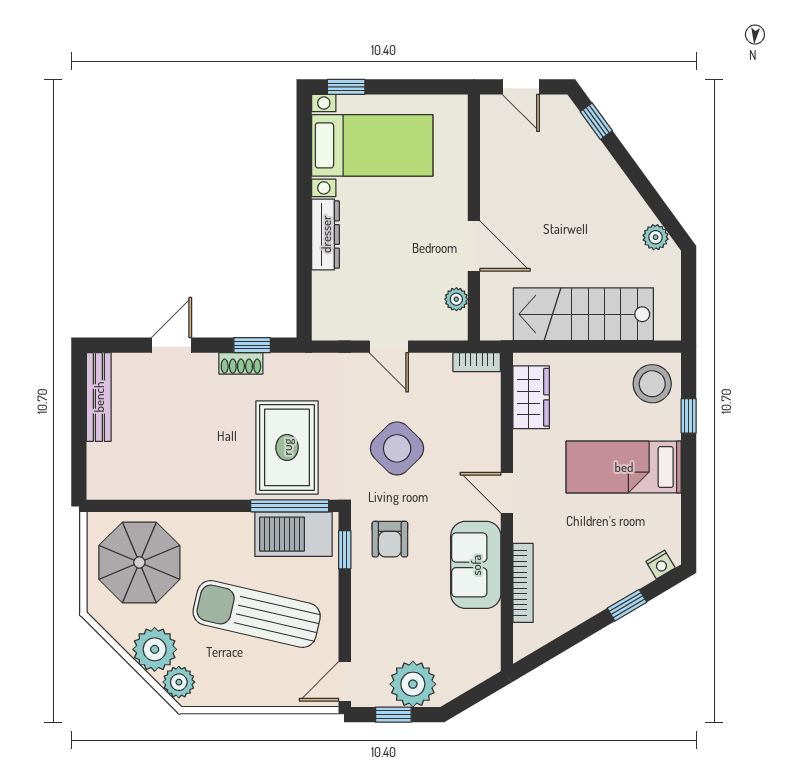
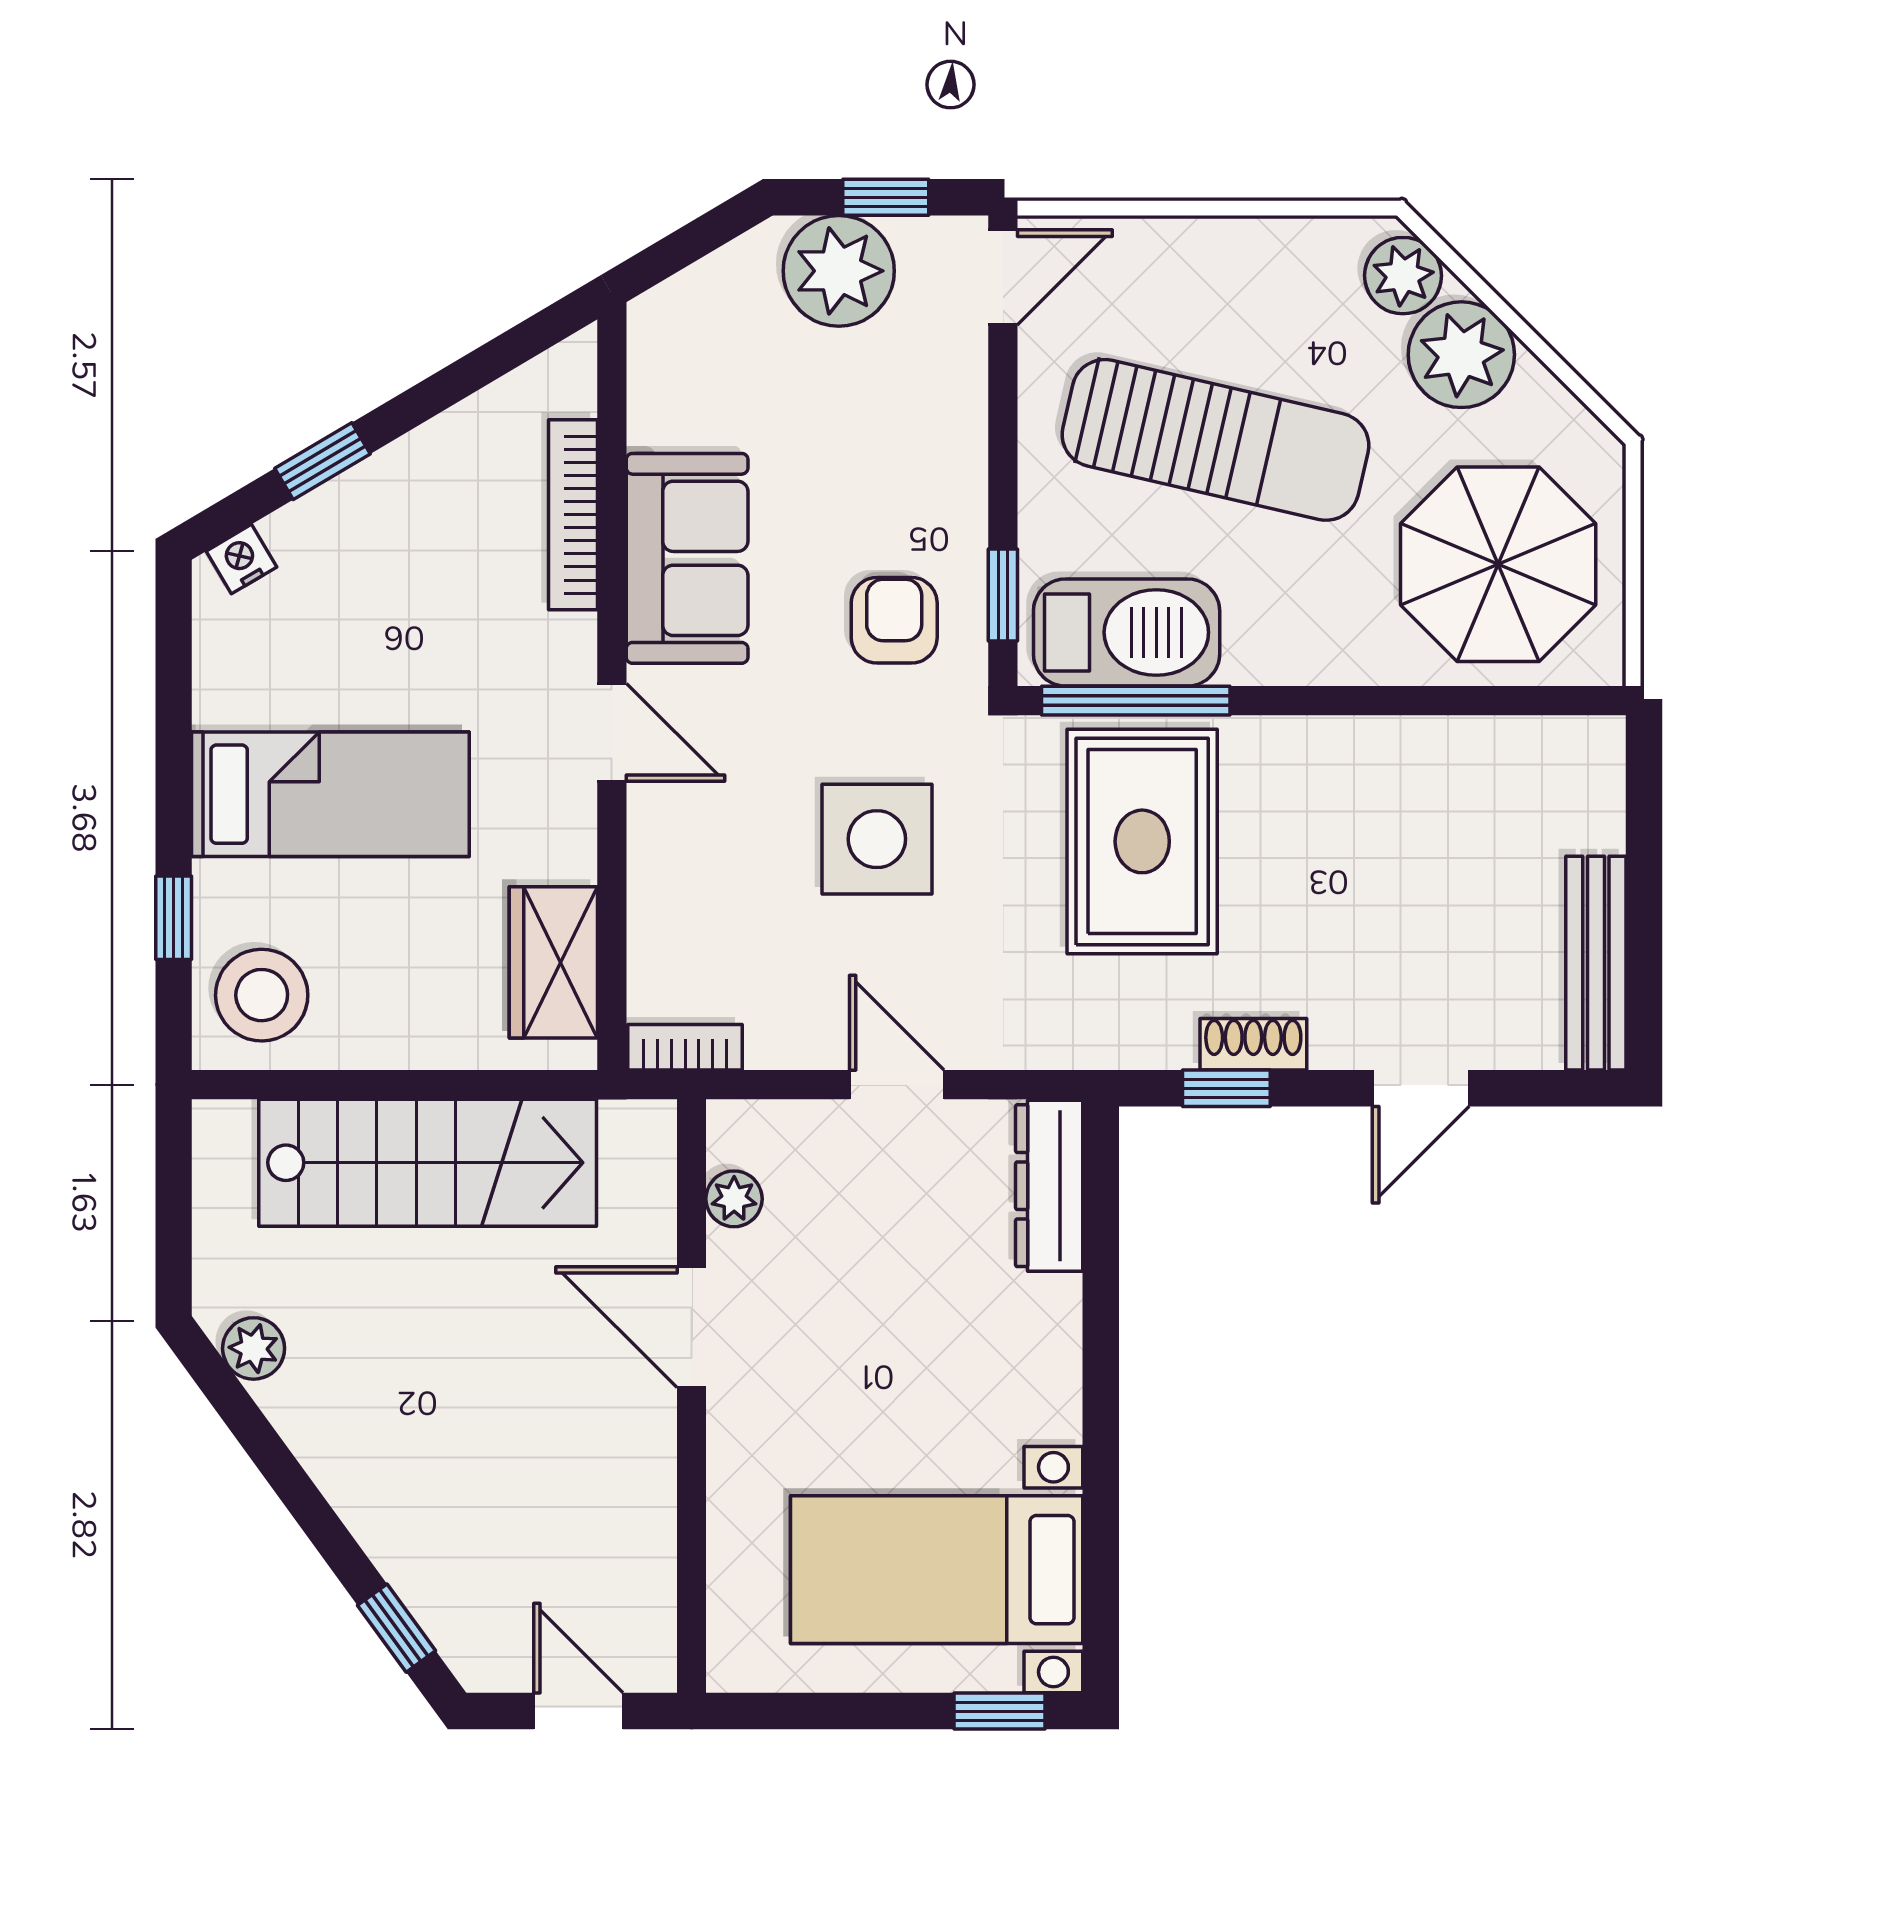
dresser: (326, 234) -> (1049, 1186), moved
side table: (397, 448) -> (877, 839), turned 45

